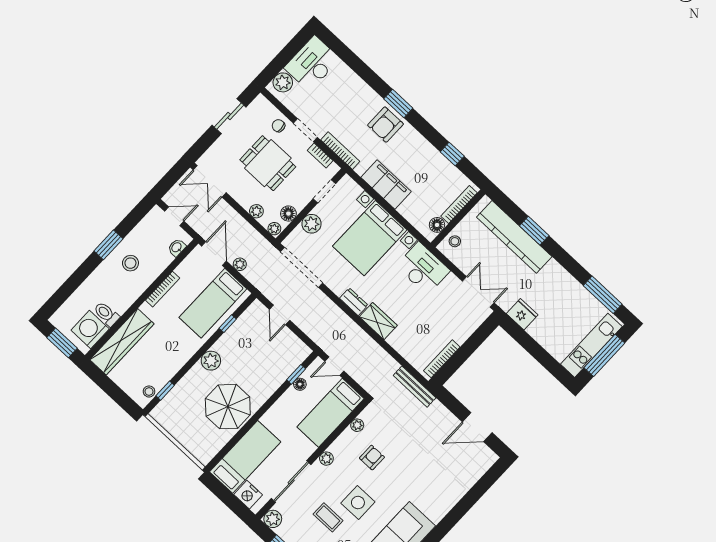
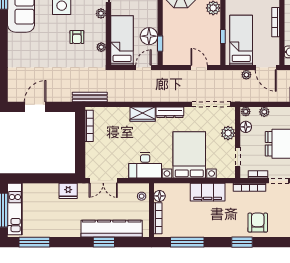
armchair: (386, 125) -> (258, 223), moved
window: (452, 154) -> (187, 242), width x2.17
dresser: (354, 302) -> (170, 112), width x1.44
floor lamp: (300, 384) -> (149, 36), width x1.89, depth x1.89

